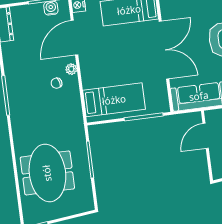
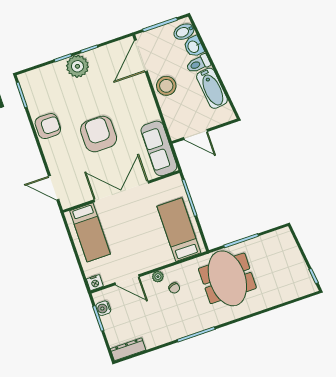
door: (74, 38) -> (127, 280), width x0.73
meeting table: (47, 173) -> (227, 278), moved, turned 90

